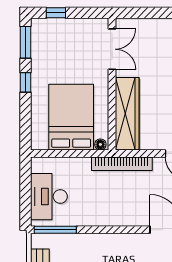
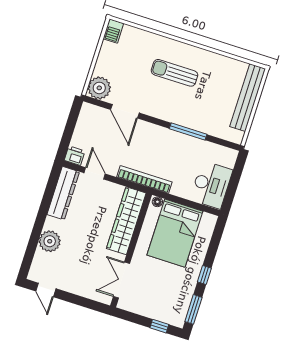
desk: (49, 197) -> (211, 185), moved
window: (55, 230) -> (188, 131), moved

